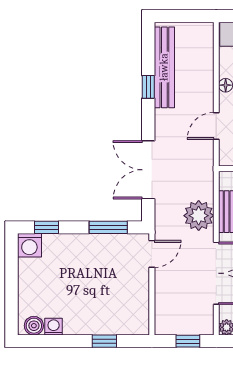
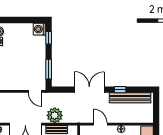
double door: (148, 170) -> (89, 90), moved

